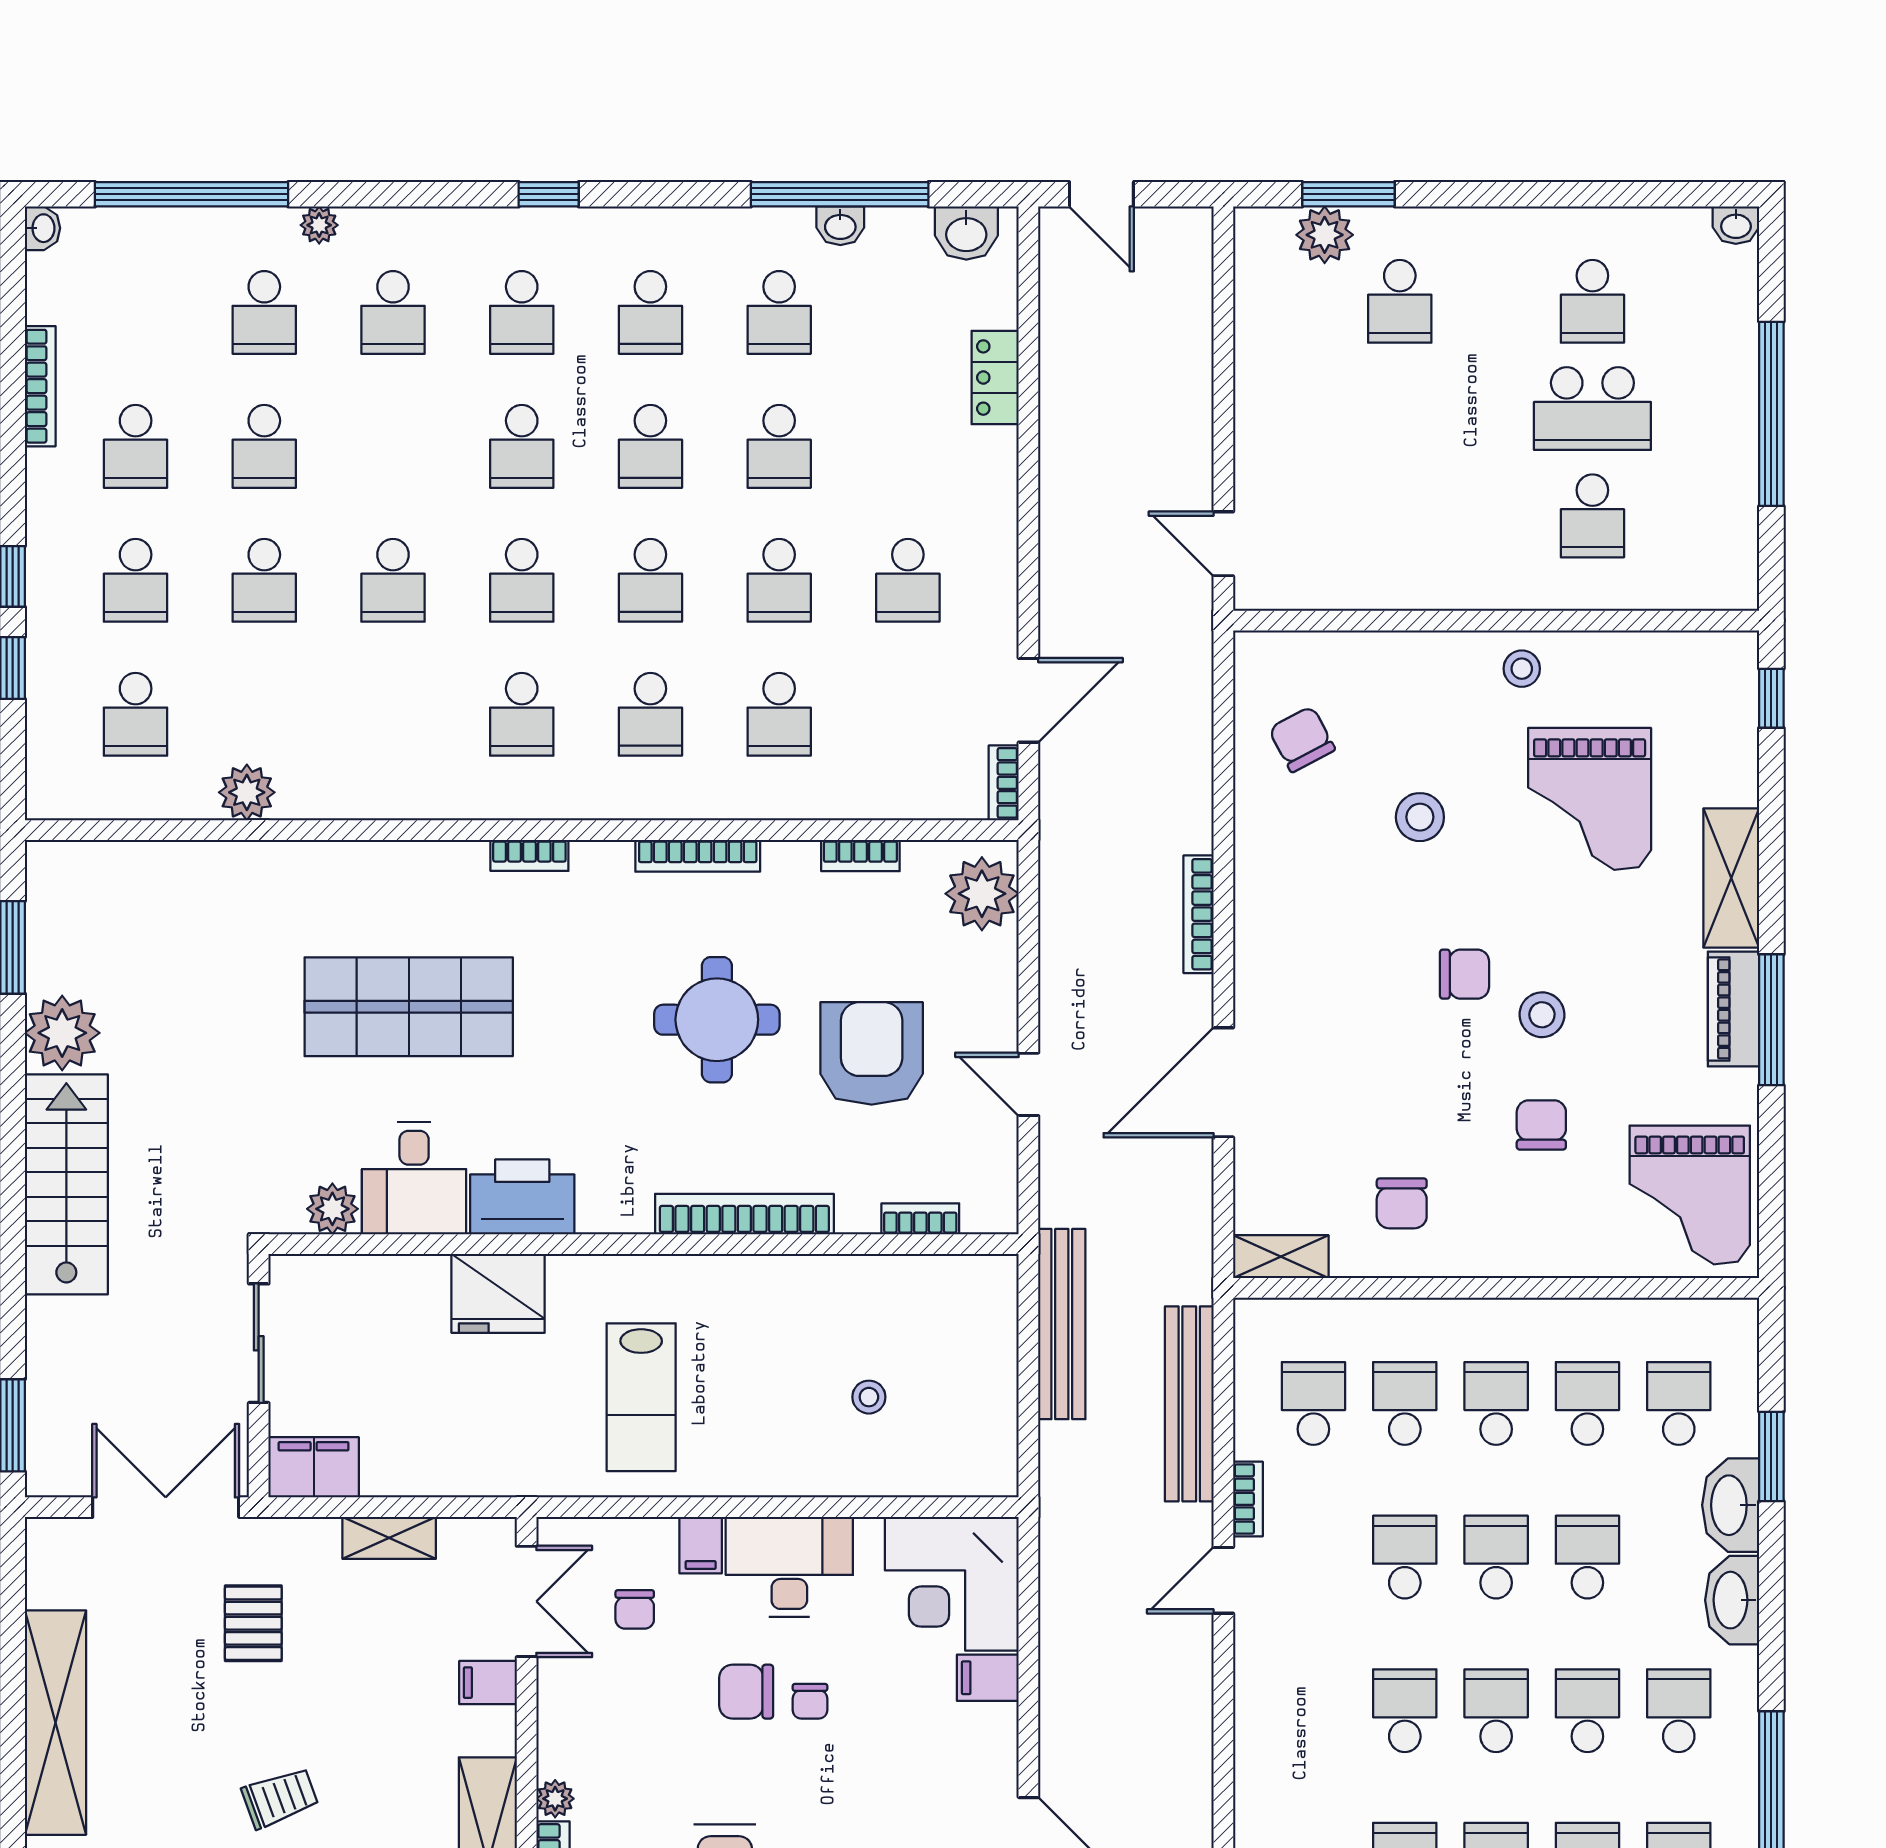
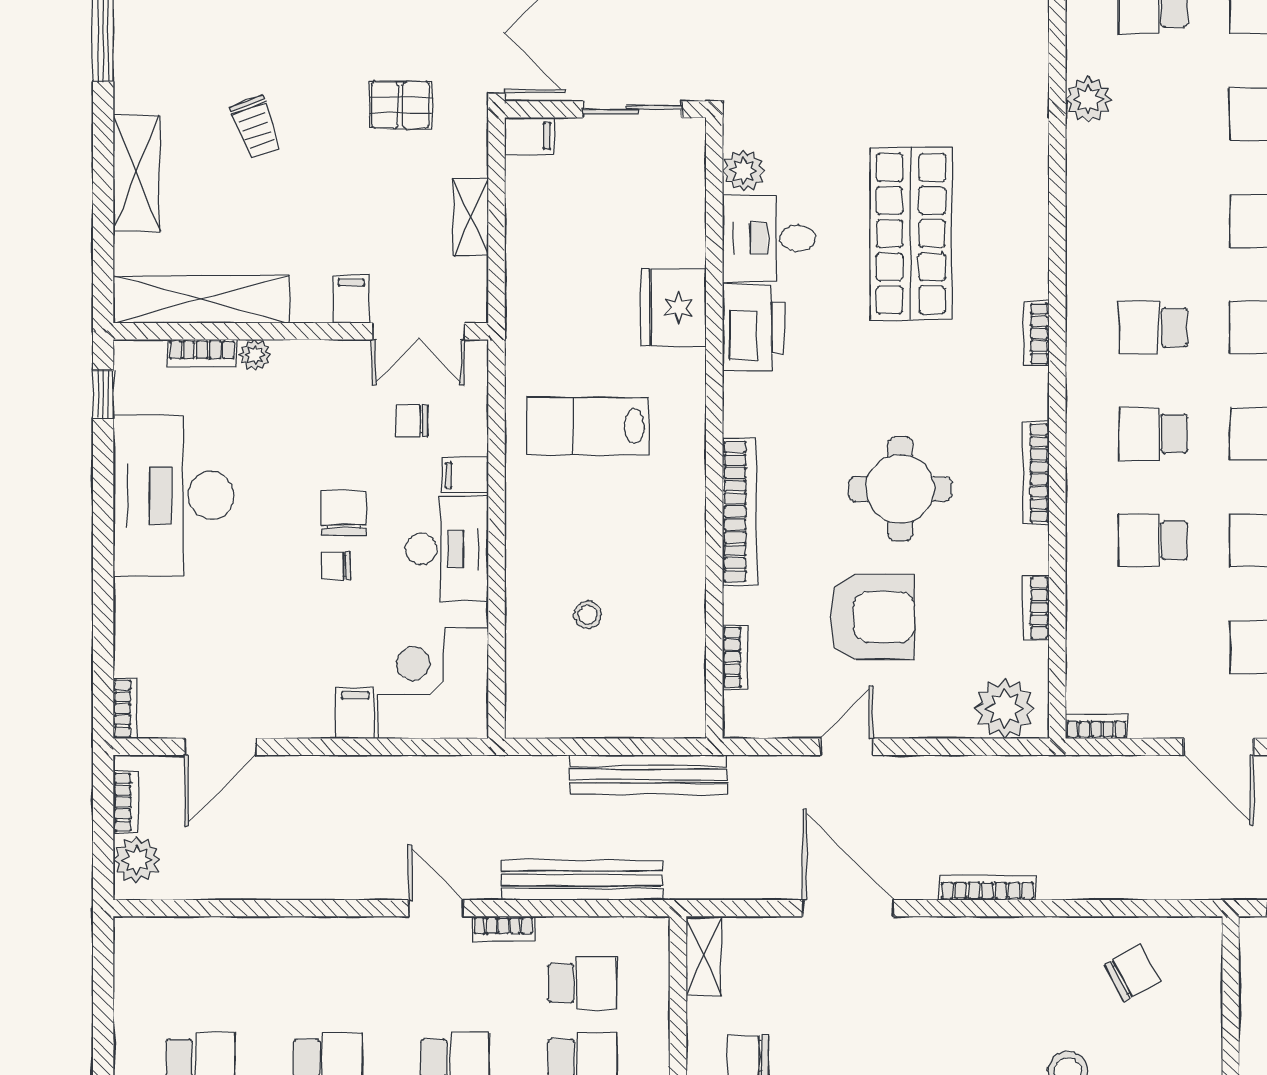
door: (1028, 700) -> (1219, 747), moved
filing cabinet: (314, 1467) -> (529, 136), width x0.50

